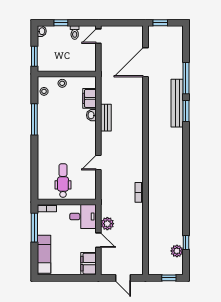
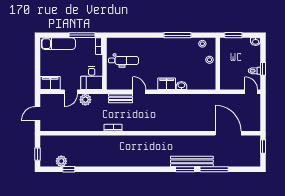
window: (61, 23) -> (263, 69), moved
filing cabinet: (89, 98) -> (167, 84), moved
bench: (106, 118) -> (121, 98), moved

